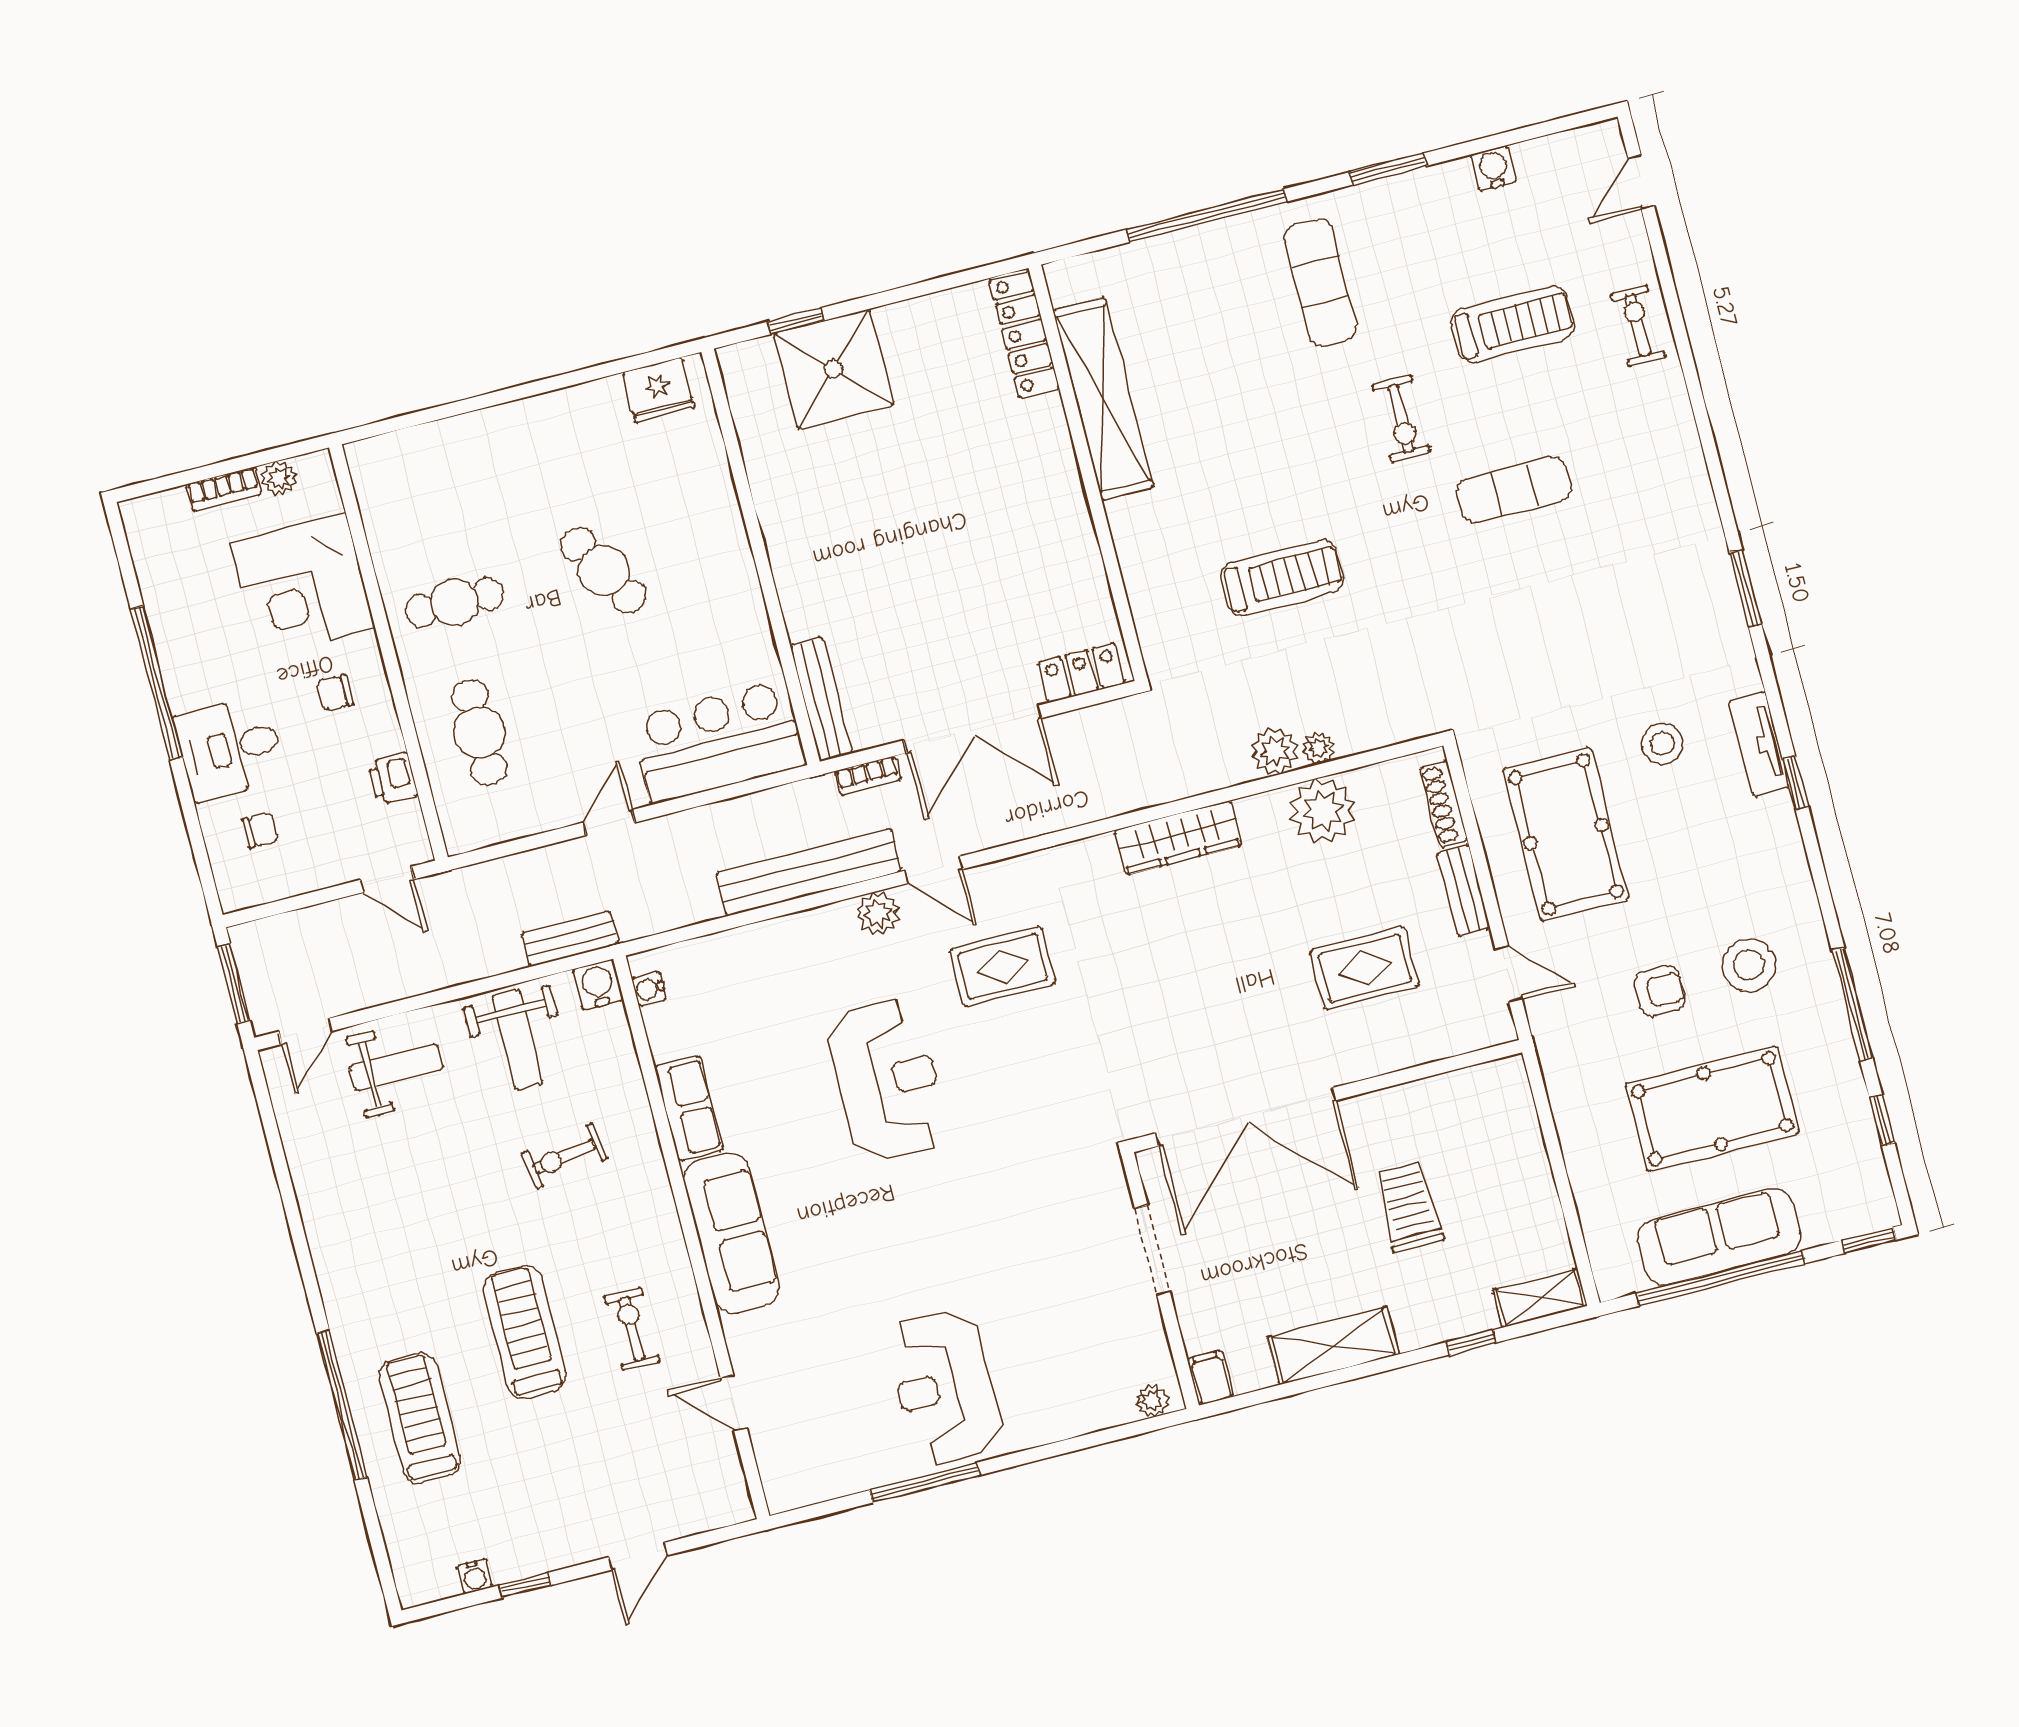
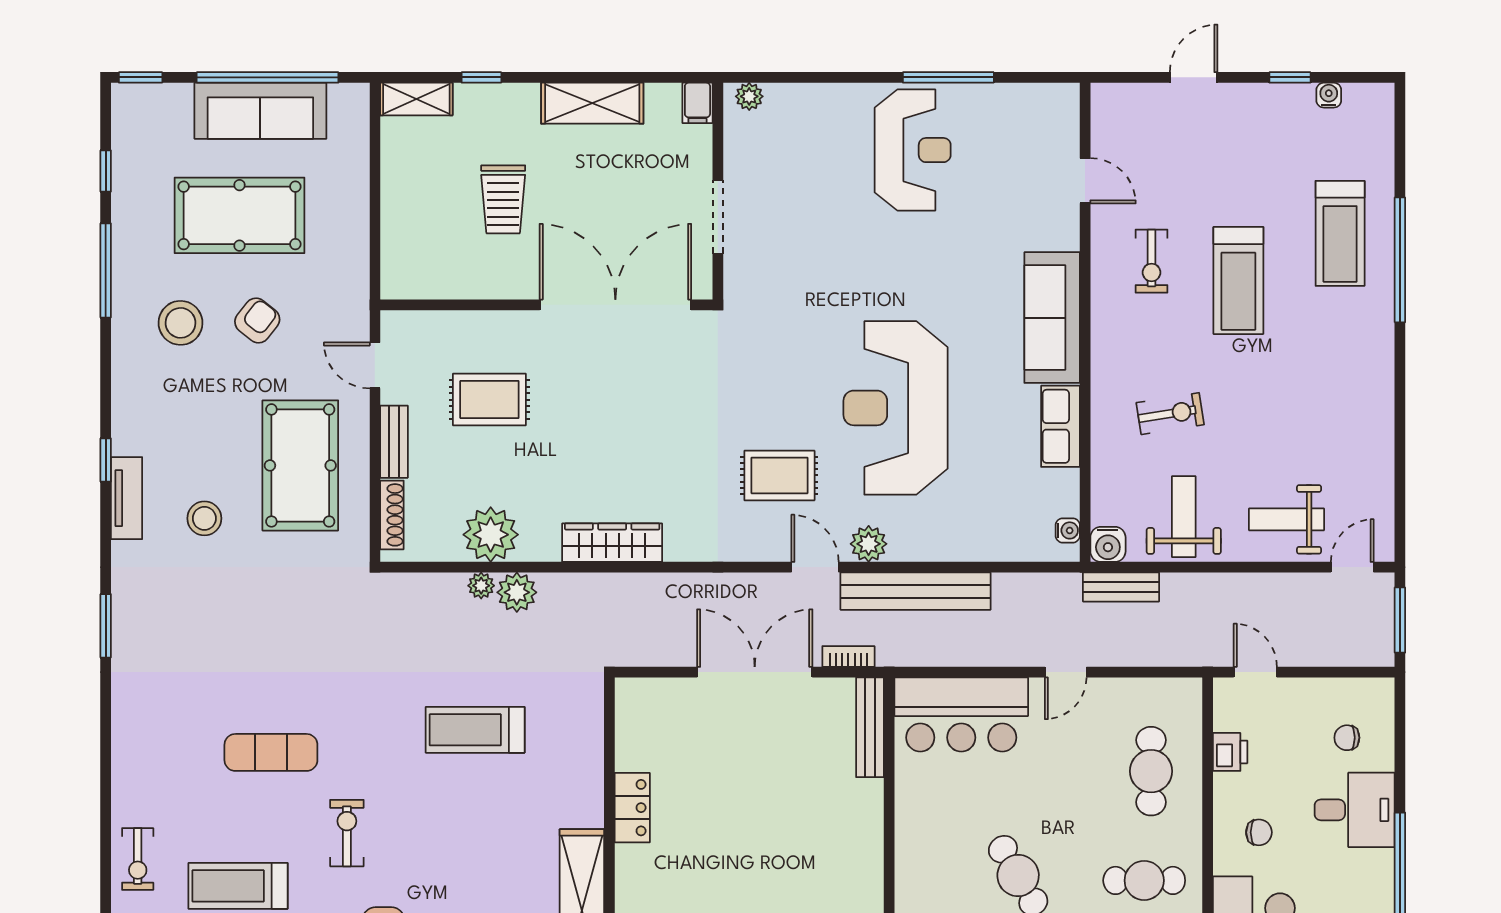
locker: (1081, 673) -> (632, 808), moved, turned -90
armchair: (1660, 991) -> (257, 320), turned 128
reception desk: (887, 1080) -> (896, 408), width x1.36, depth x1.30

